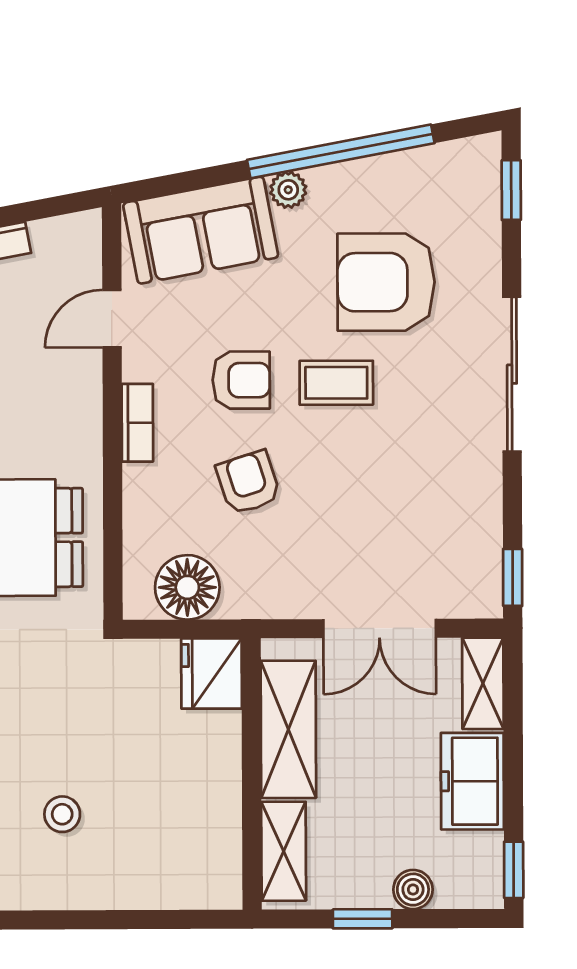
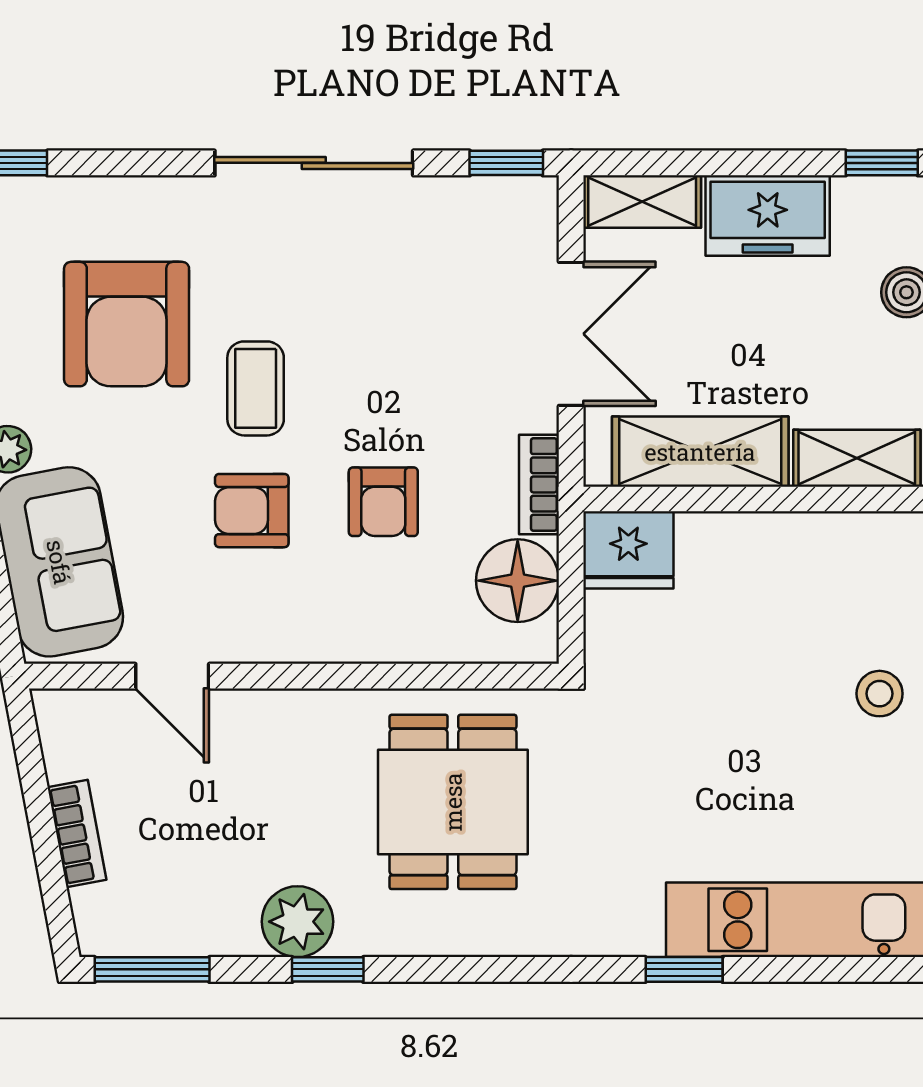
sliding door: (512, 374) -> (314, 163), moved
armchair: (241, 380) -> (252, 511), turned -90
bookcase: (137, 423) -> (539, 484), moved, turned -90
armchair: (248, 483) -> (383, 502), turned -72
stool: (62, 814) -> (880, 694), moved

